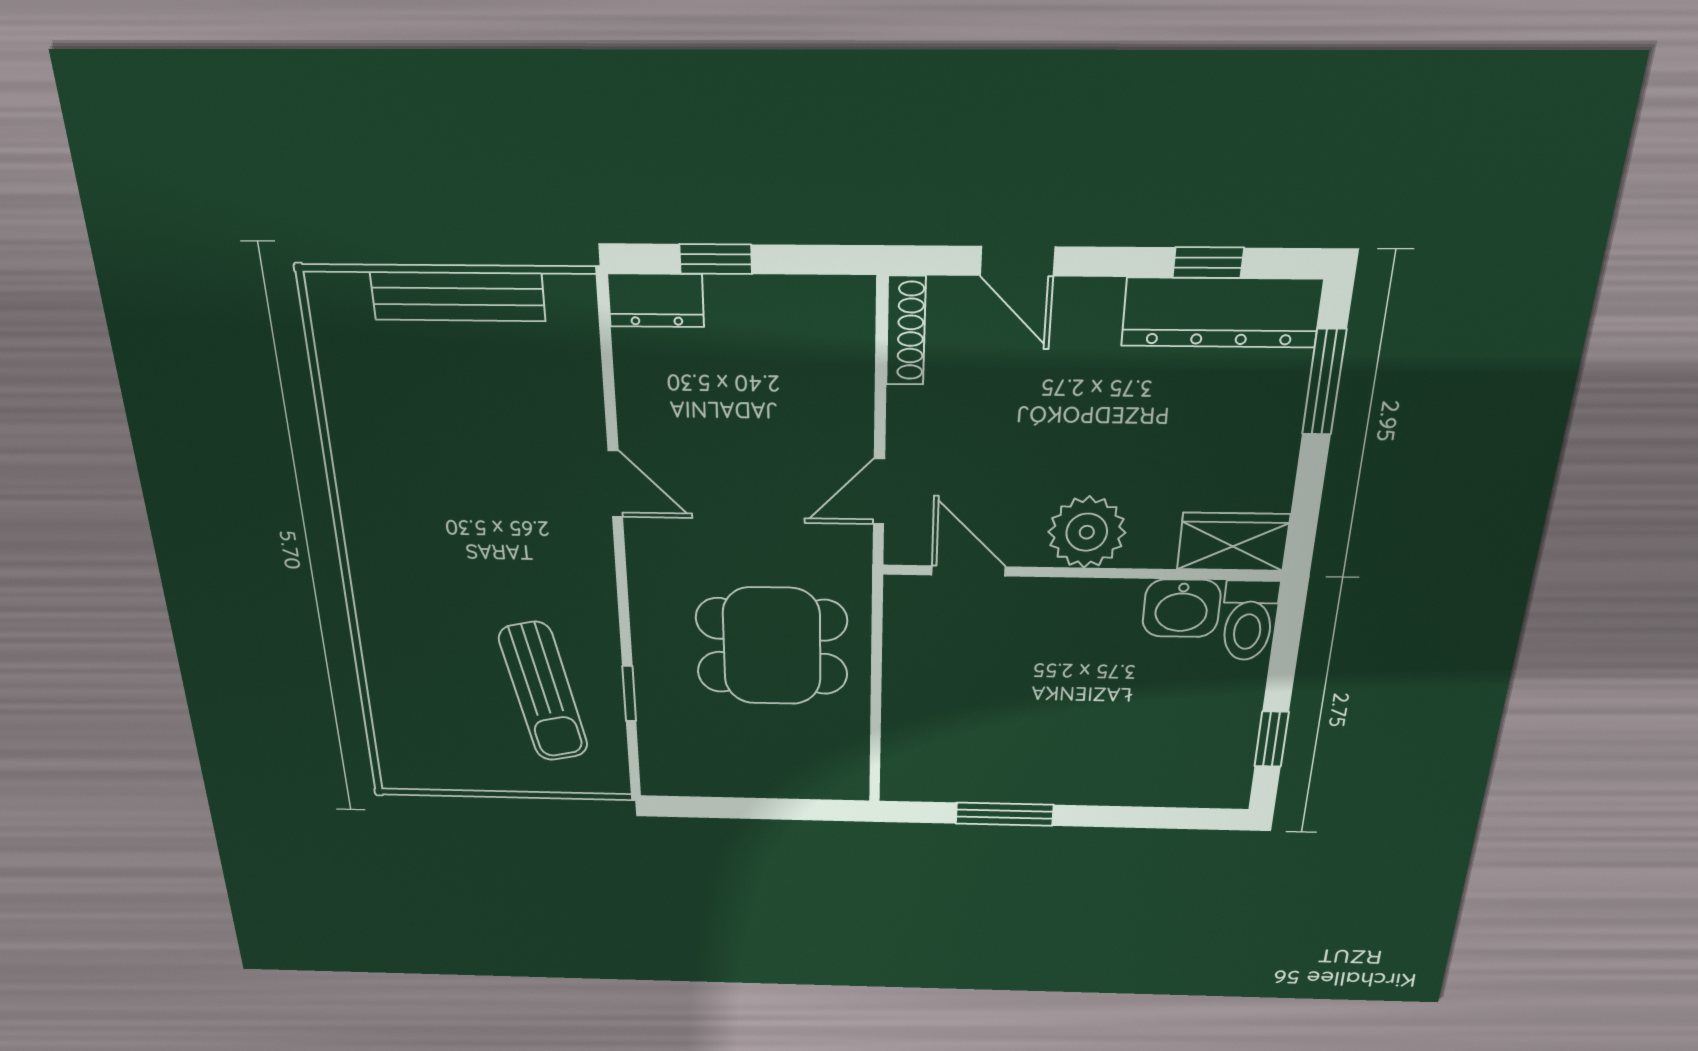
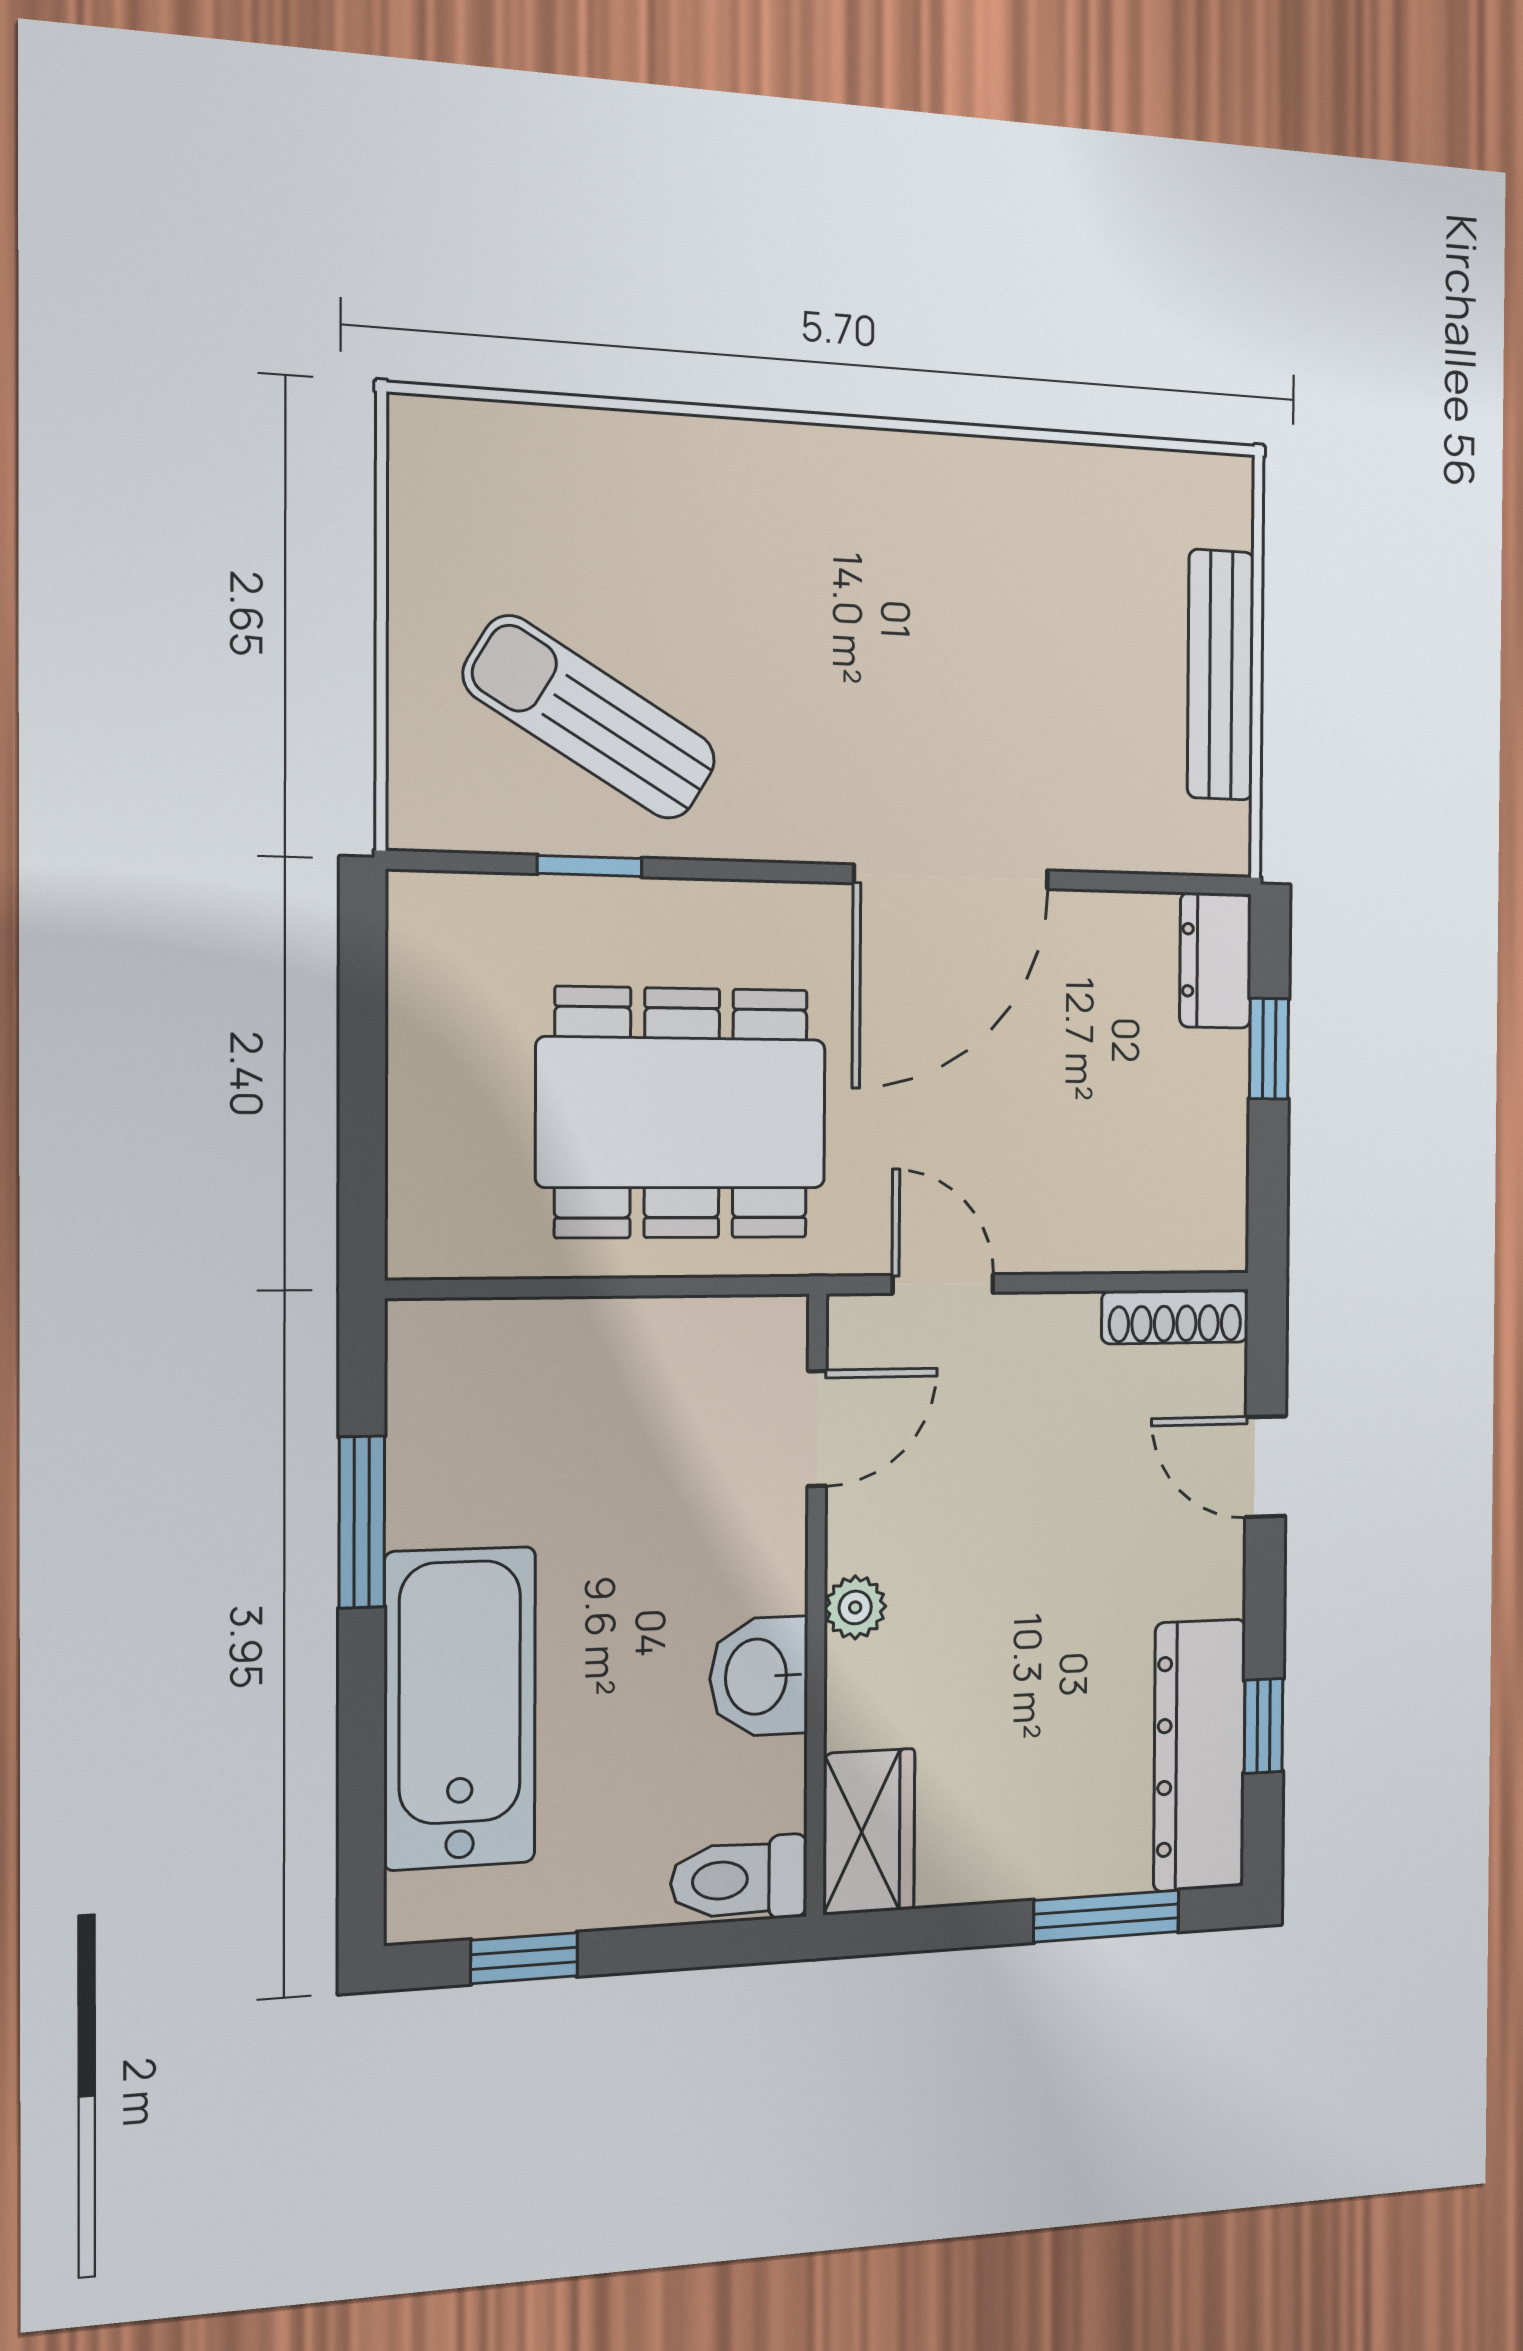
door: (1017, 261) -> (1266, 1467), hinge flipped
door: (615, 484) -> (951, 877), width x1.87
plant: (1087, 532) -> (855, 1607), width x0.53, depth x0.53
washbasin: (1182, 608) -> (759, 1676), moved
dining table: (772, 646) -> (682, 1113), width x1.38
sun lounger: (544, 692) -> (590, 718), turned 43
bathtub: (1117, 769) -> (460, 1708), added

